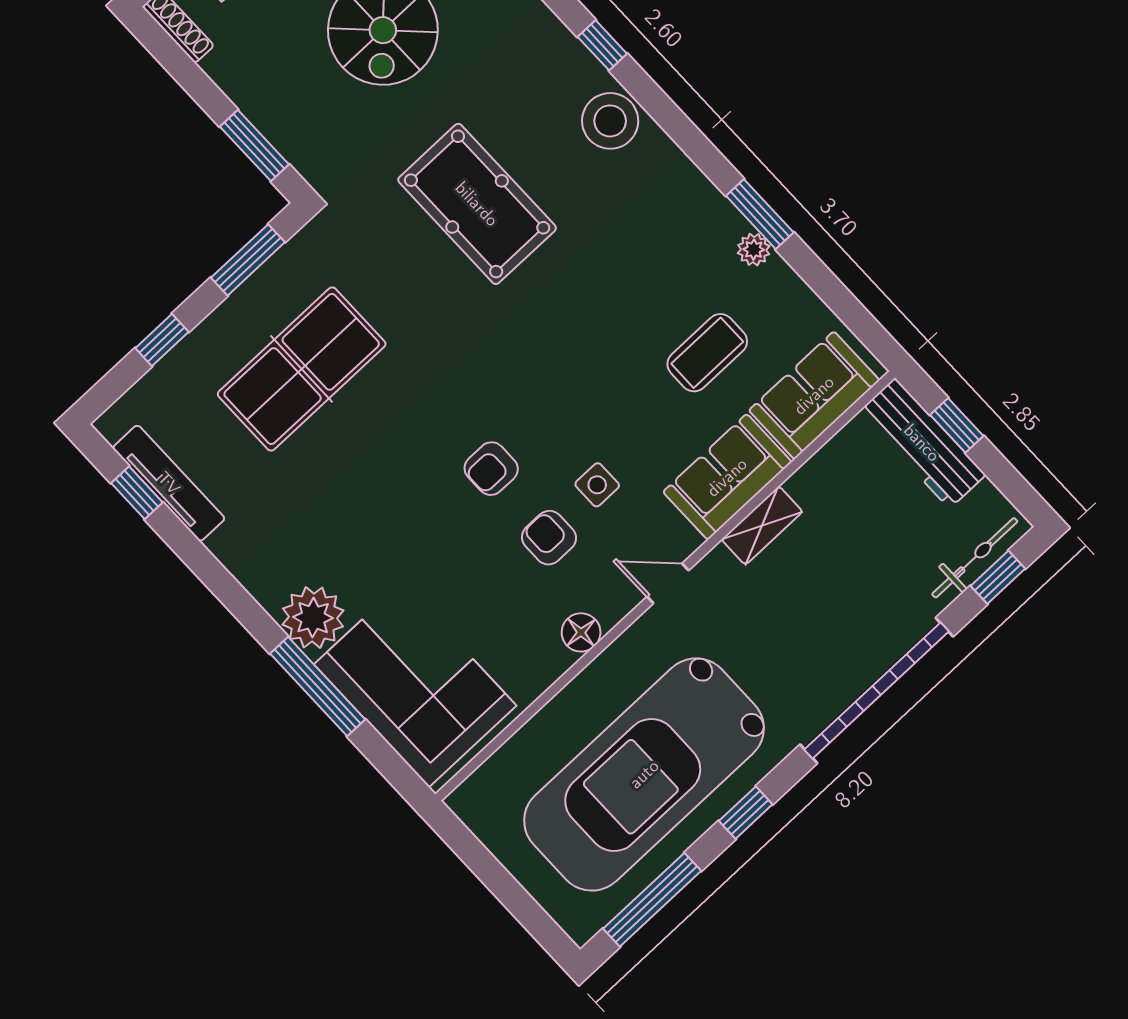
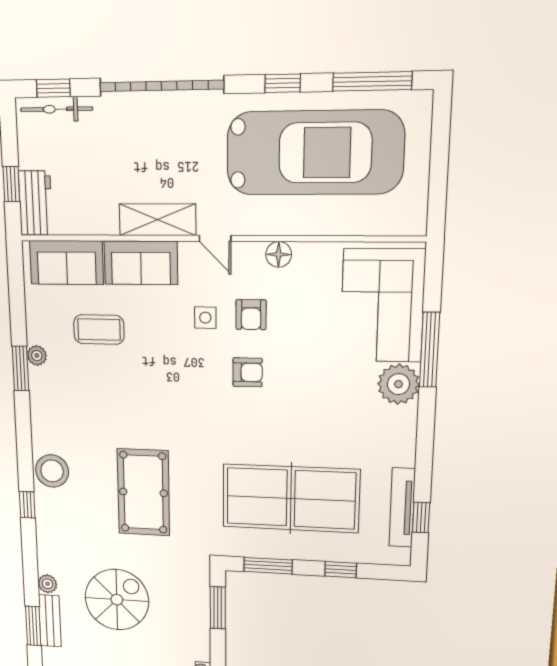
table tennis table: (302, 369) -> (291, 498), width x1.36, depth x1.32
workbench: (922, 443) -> (35, 203), width x0.73
shelving: (762, 525) -> (158, 220), width x1.50, depth x1.33

